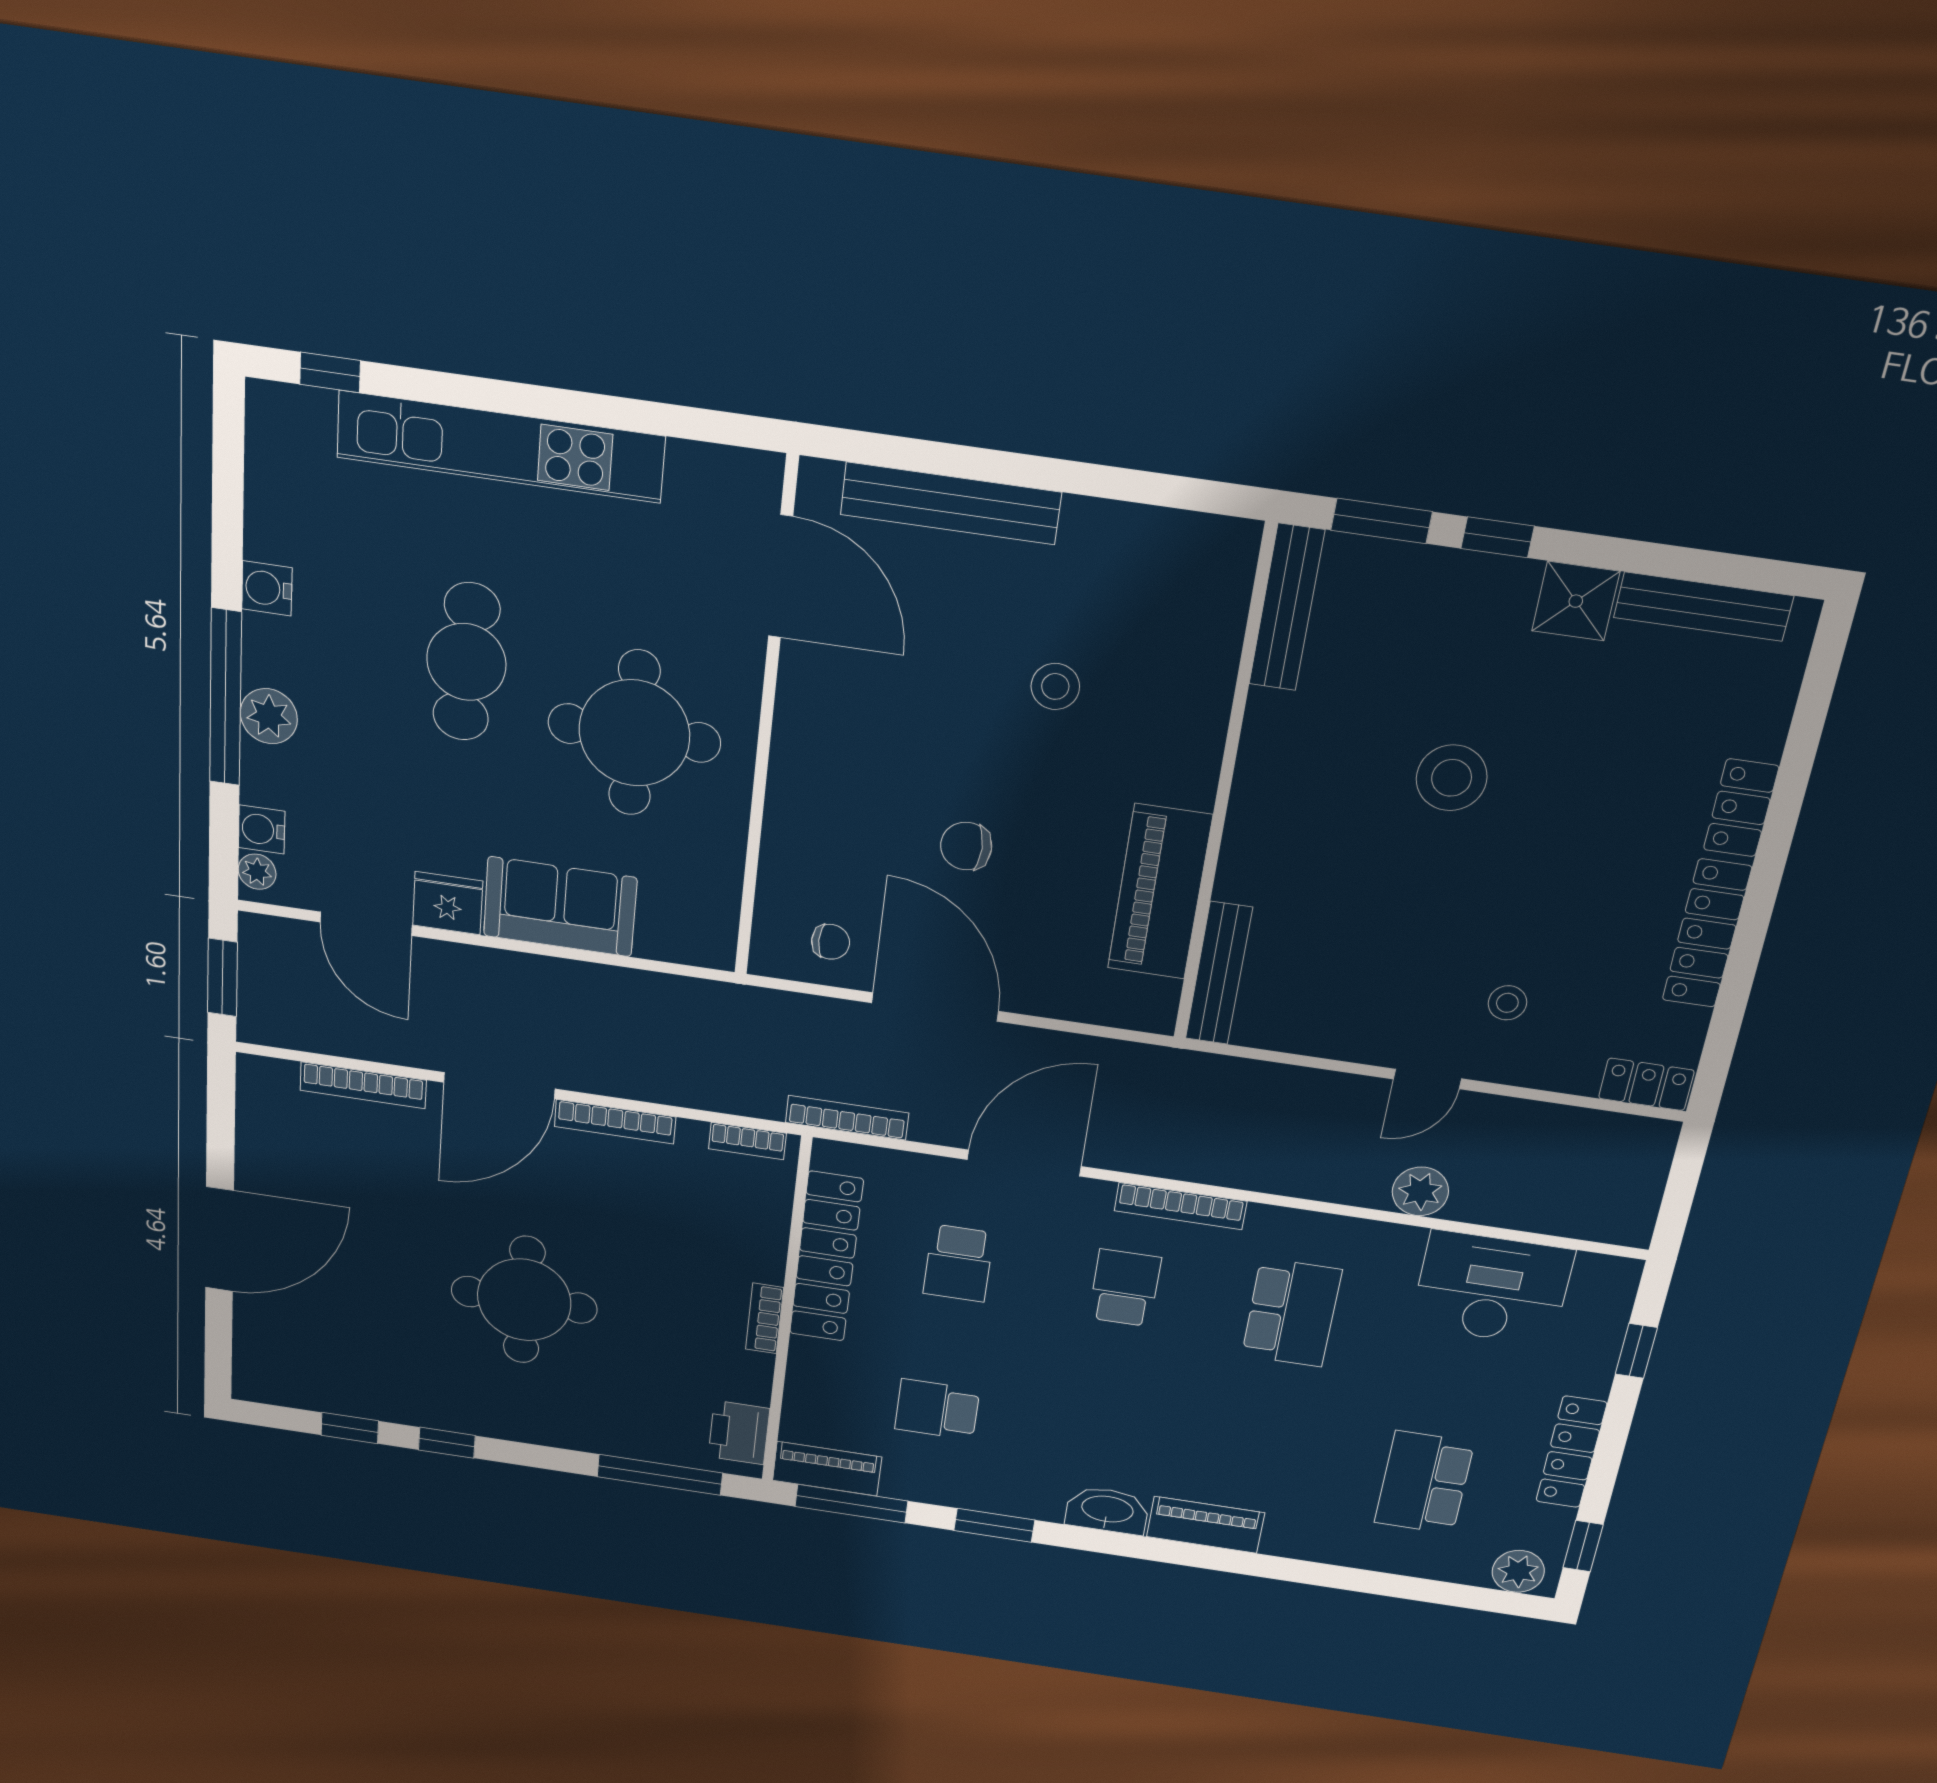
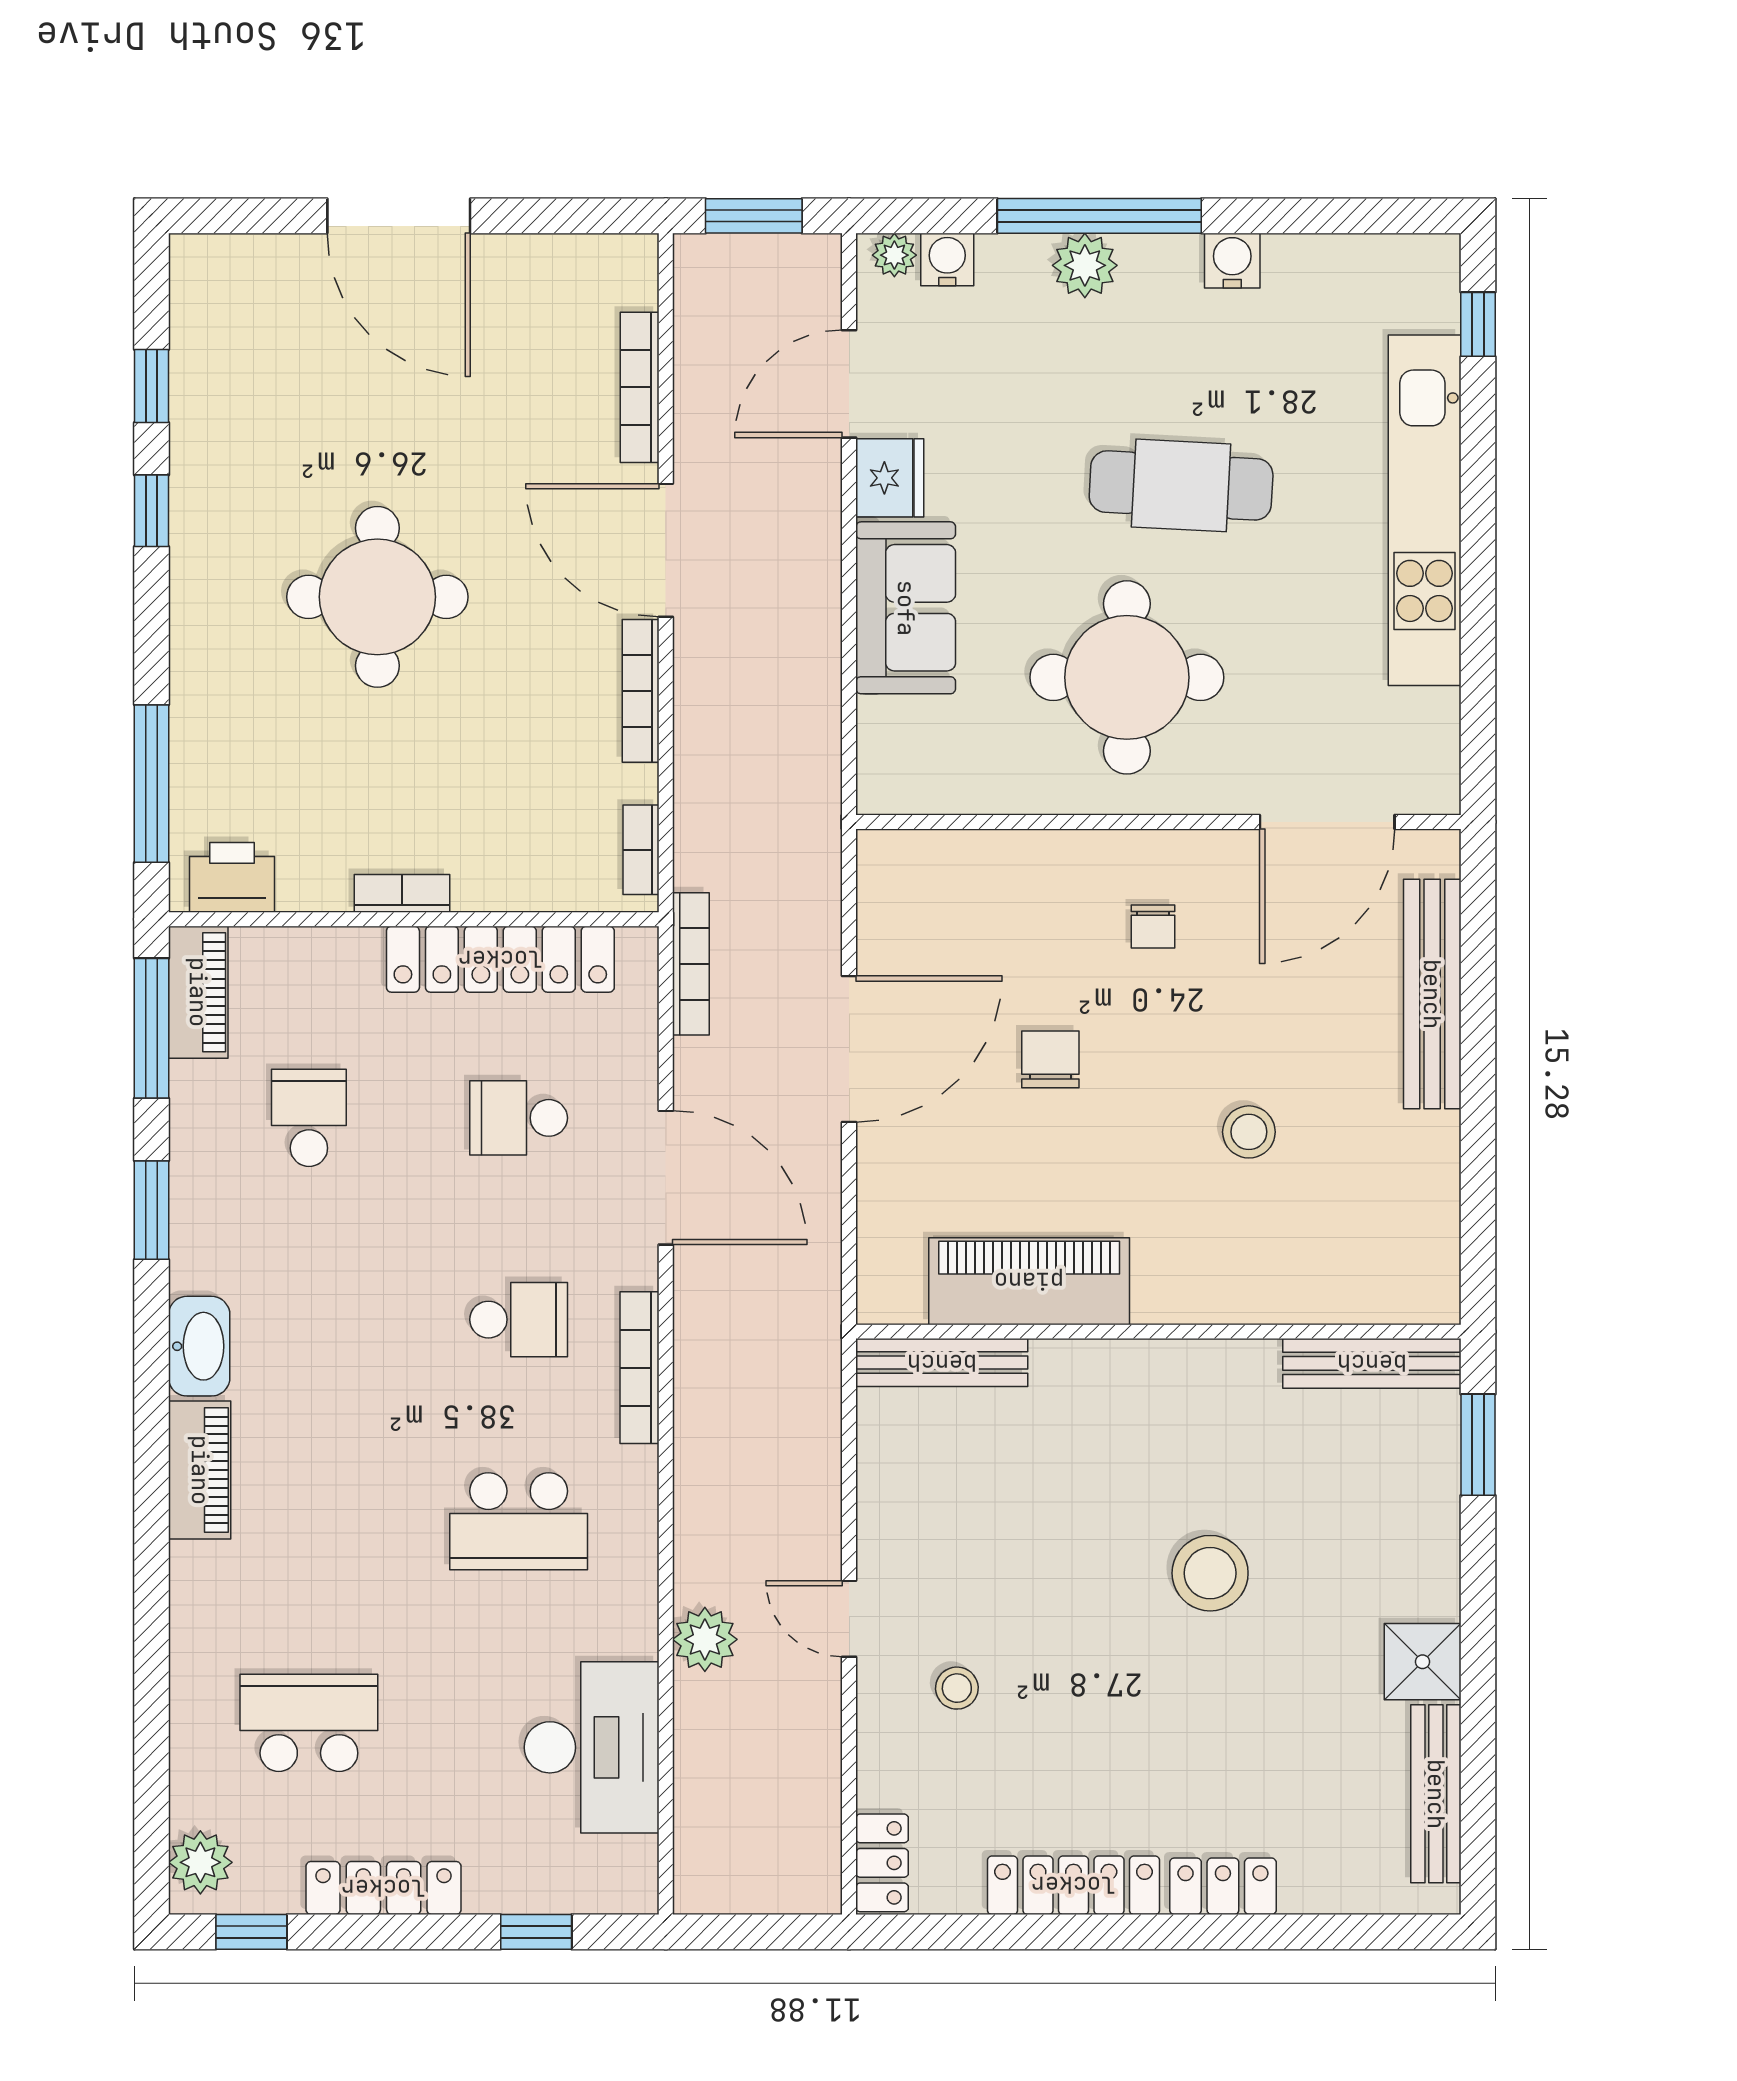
window: (1498, 537) -> (1478, 1567), removed
chair: (831, 942) -> (1153, 926), moved

